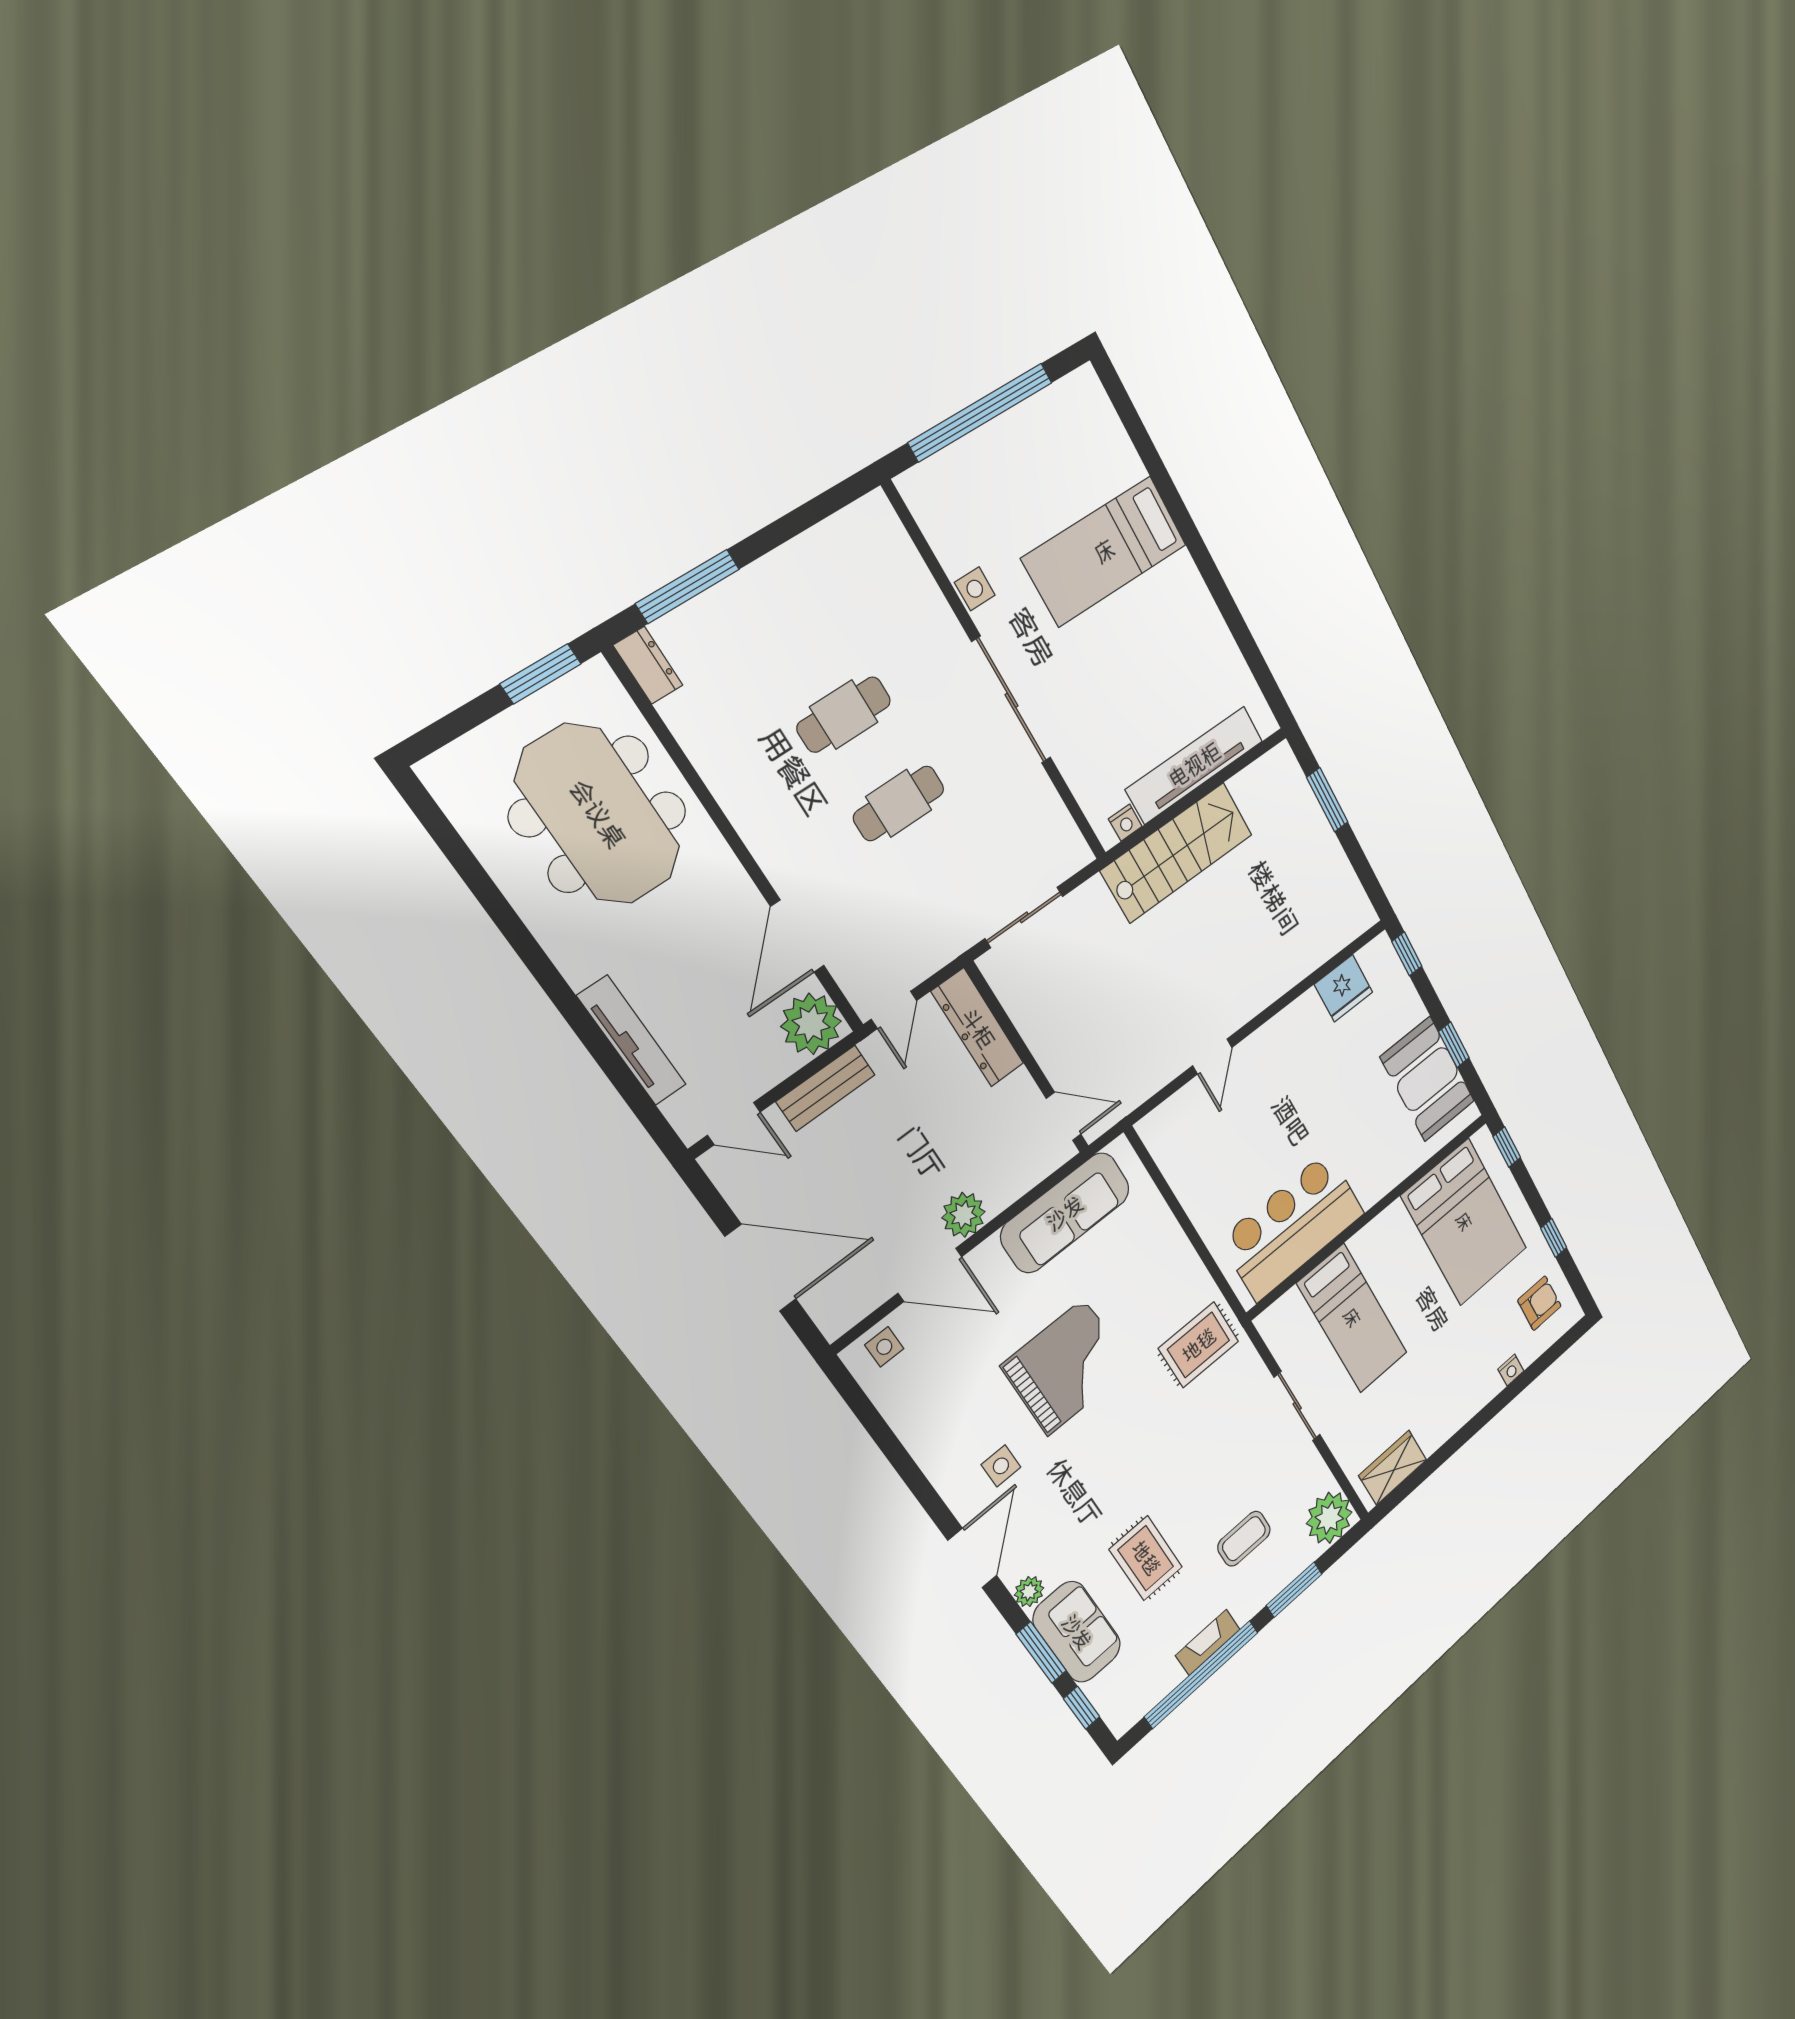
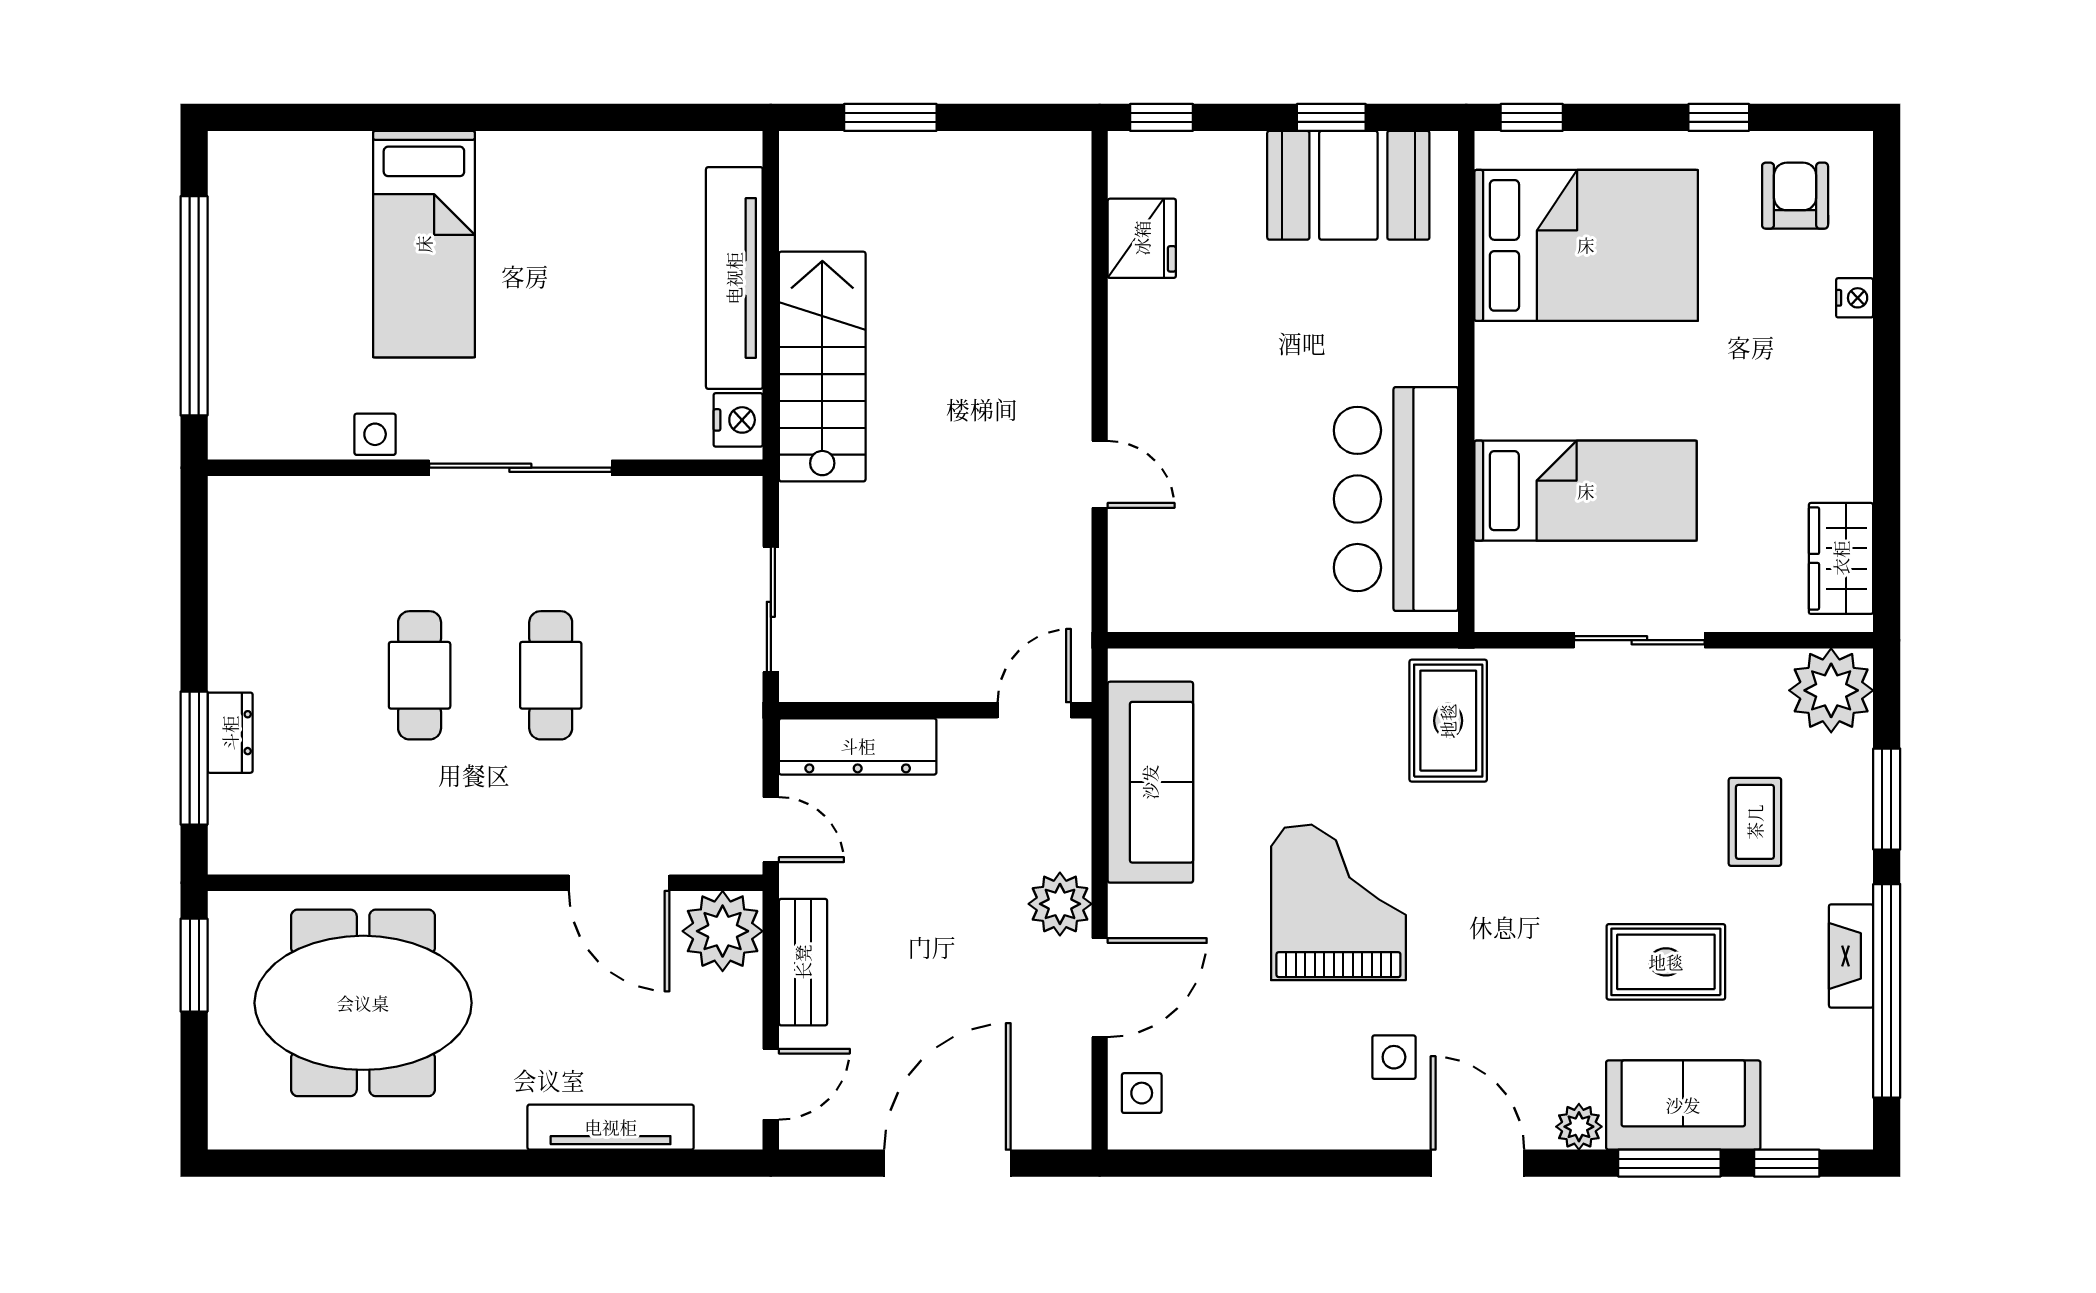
dresser: (648, 665) -> (230, 733), moved, turned 90
nightstand: (1125, 823) -> (738, 420), width x1.39, depth x1.35

